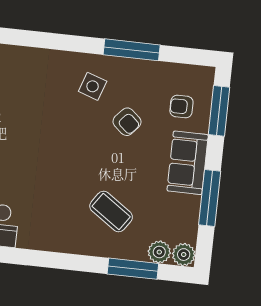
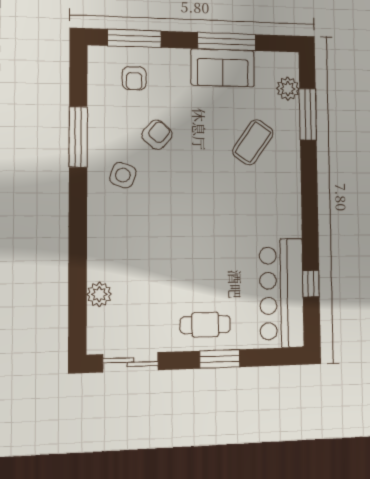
sofa: (188, 163) -> (223, 68), moved
plant: (184, 255) -> (287, 64), removed

